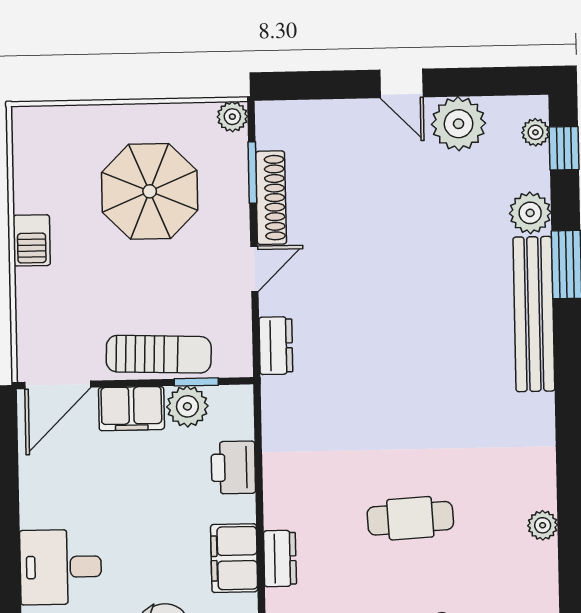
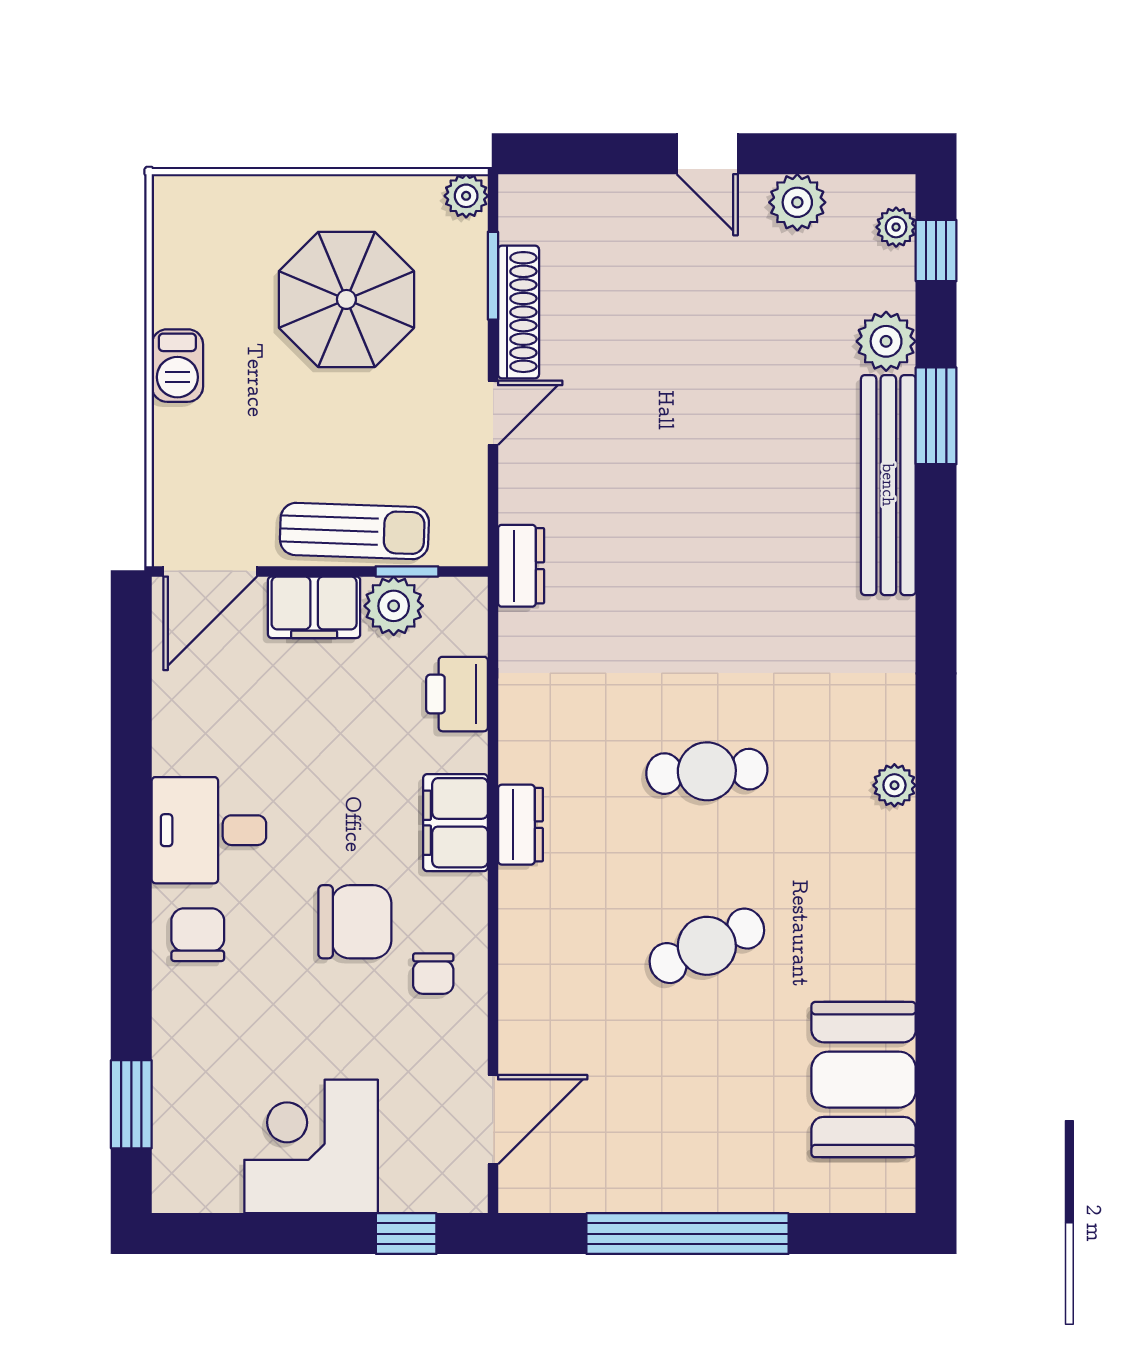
plant: (459, 124) -> (797, 202), width x0.73, depth x0.73
dresser: (276, 346) -> (521, 566), moved

